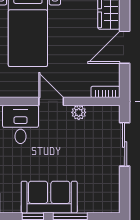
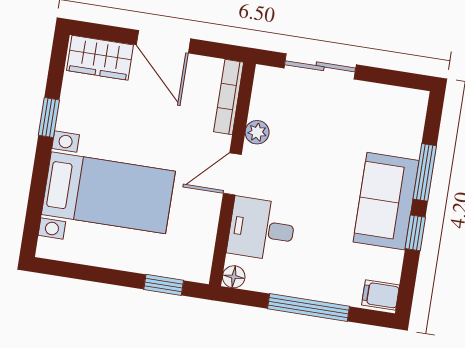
bookcase: (106, 92) -> (229, 97), width x1.56

